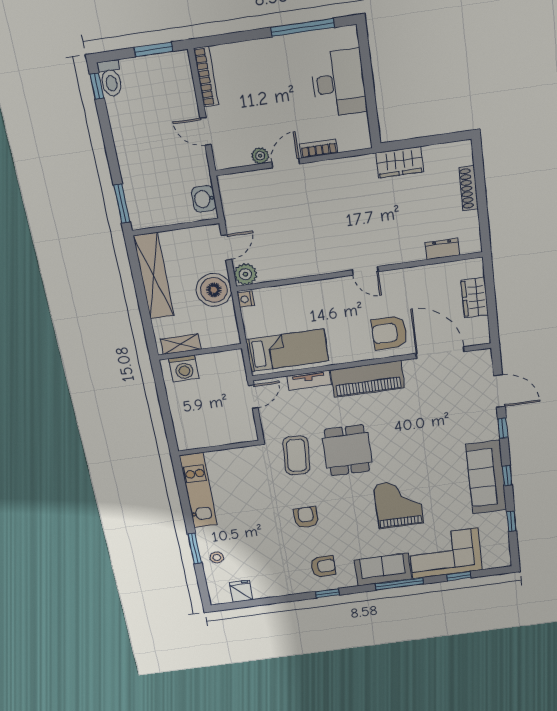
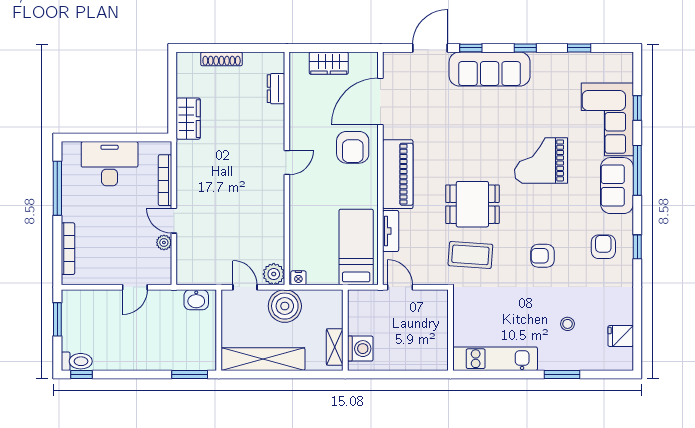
bookcase: (206, 77) -> (68, 249), moved, turned 90
bookcase: (319, 148) -> (165, 180), width x1.56
sofa: (486, 477) -> (490, 69), moved
stool: (217, 557) -> (568, 324), moved

